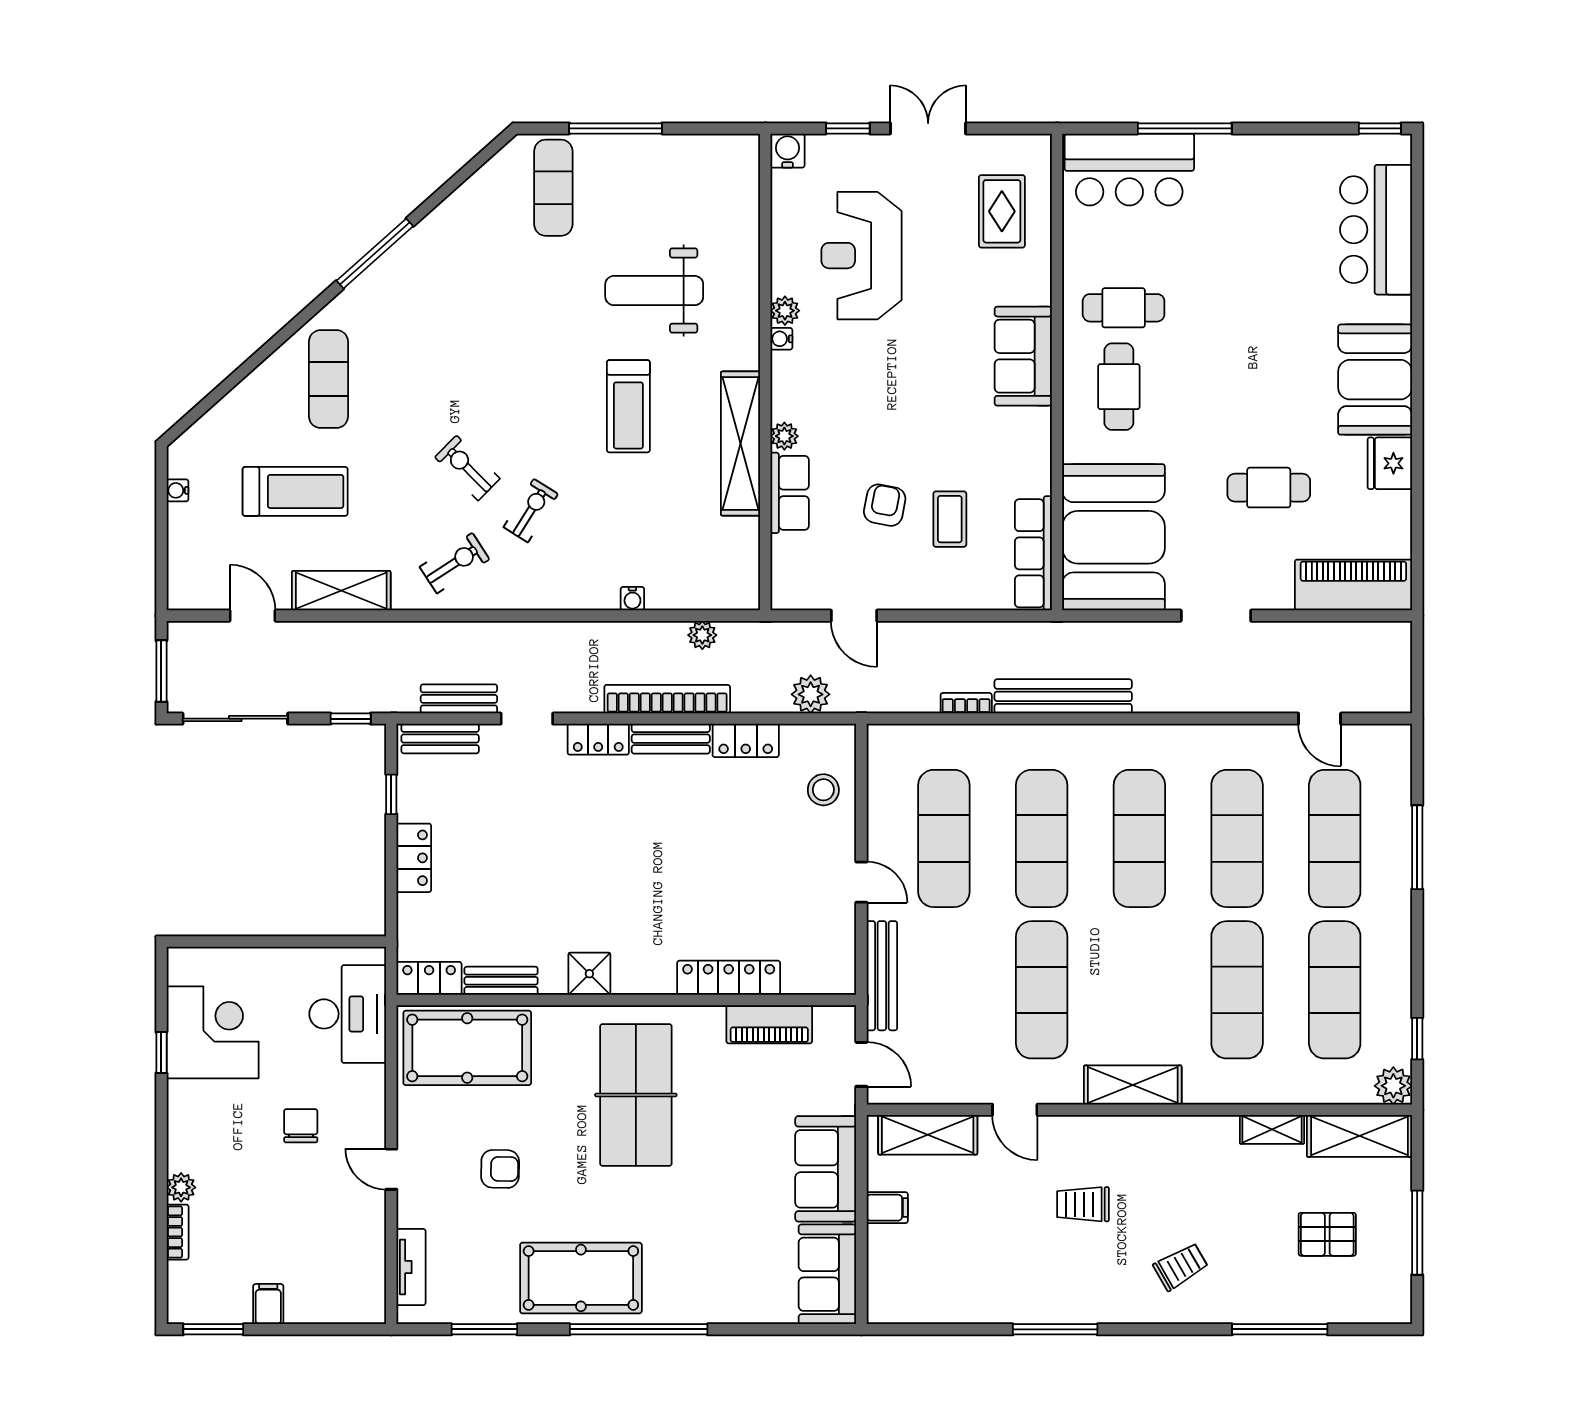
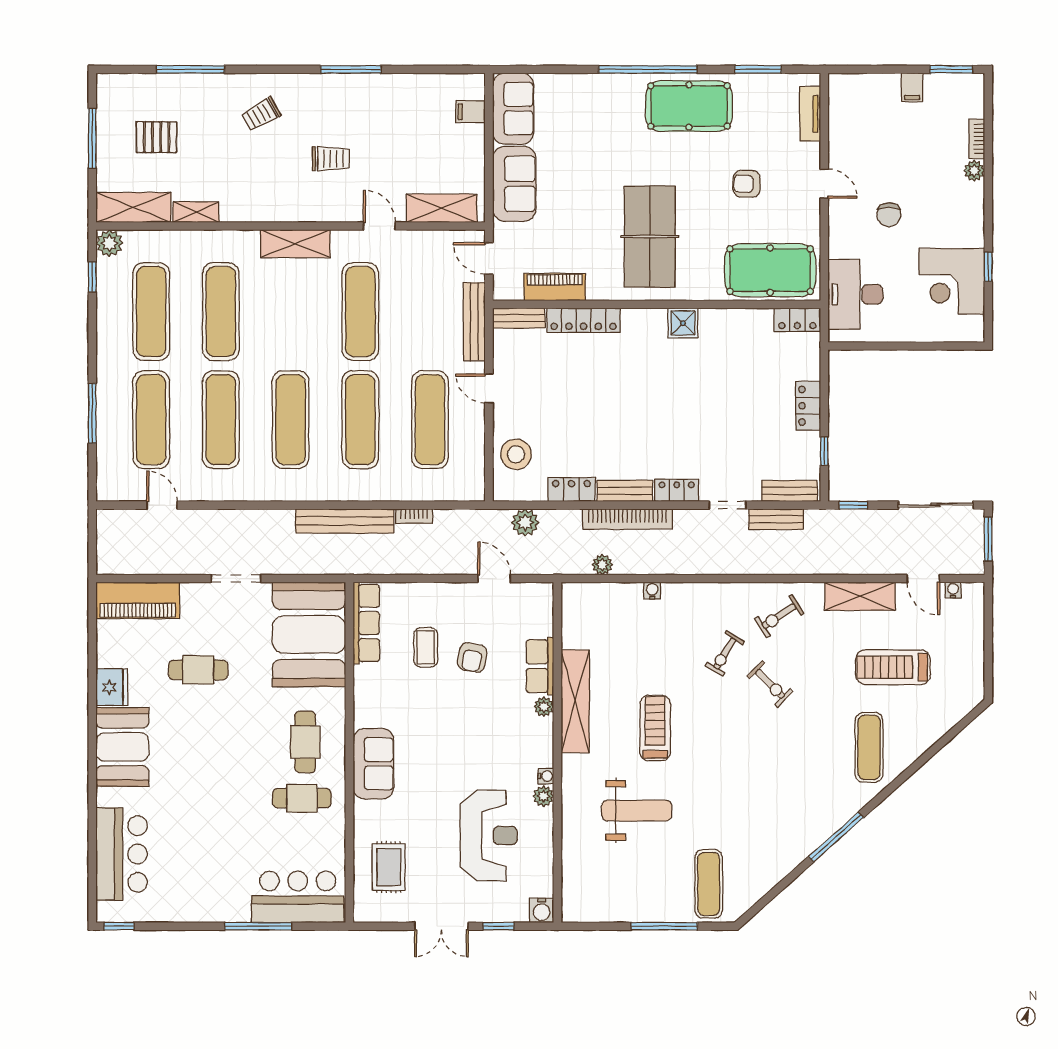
water cooler: (178, 490) -> (953, 590), moved, turned -90
stool: (823, 790) -> (516, 454), width x1.38, depth x1.38
bench: (501, 981) -> (519, 318), moved
filing cabinet: (887, 1208) -> (470, 112), moved

